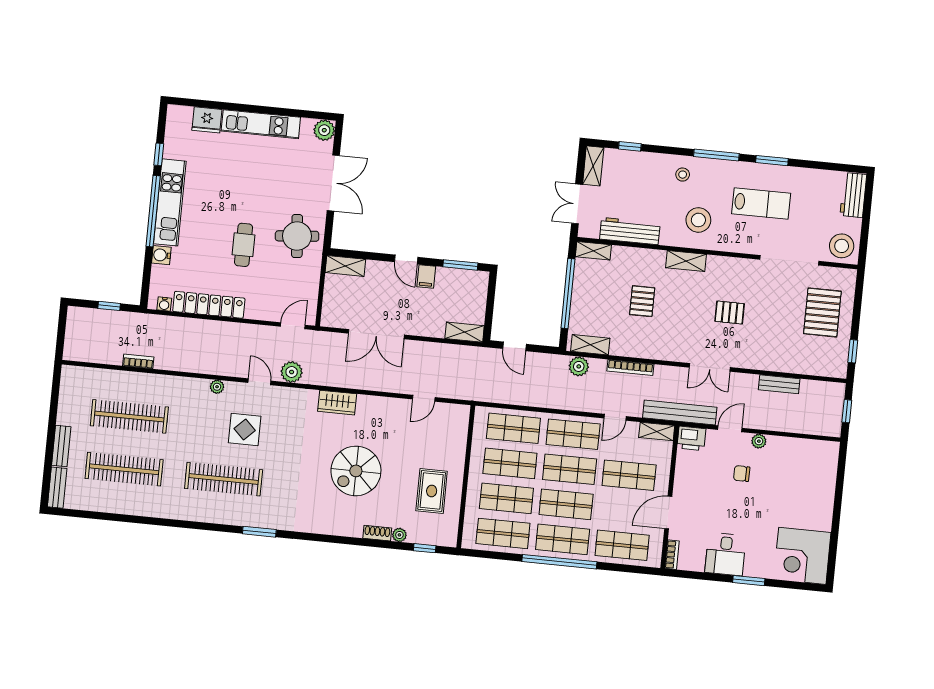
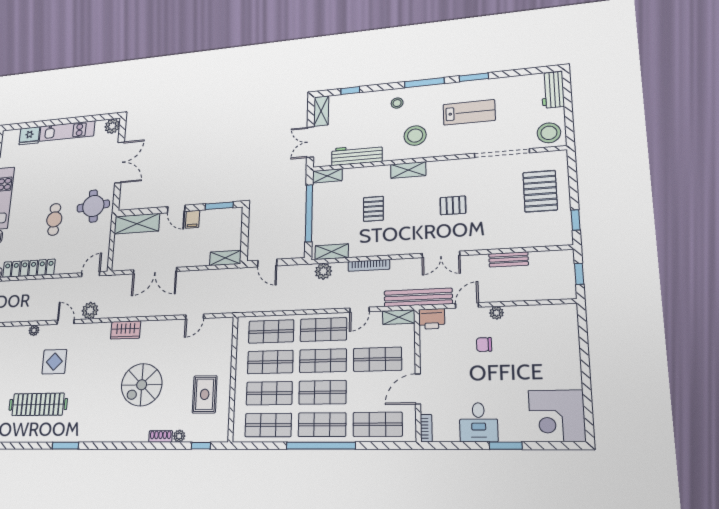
shelving: (345, 266) -> (137, 224), width x1.50, depth x1.33

